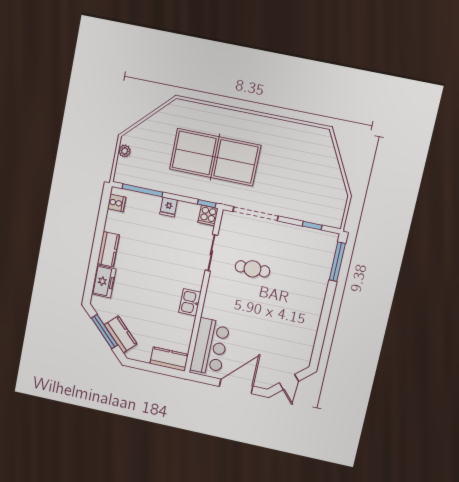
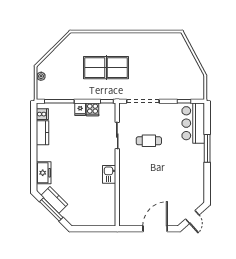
table tennis table: (215, 157) -> (106, 68), width x0.73, depth x0.76
cooker: (208, 215) -> (93, 109), moved
kitchen counter: (108, 249) -> (43, 133), moved
window: (337, 262) -> (207, 148), moved
kitchen counter: (121, 334) -> (54, 200), moved
bar counter: (210, 347) -> (193, 123), moved, turned 180
kitchen counter: (169, 359) -> (102, 219), removed

